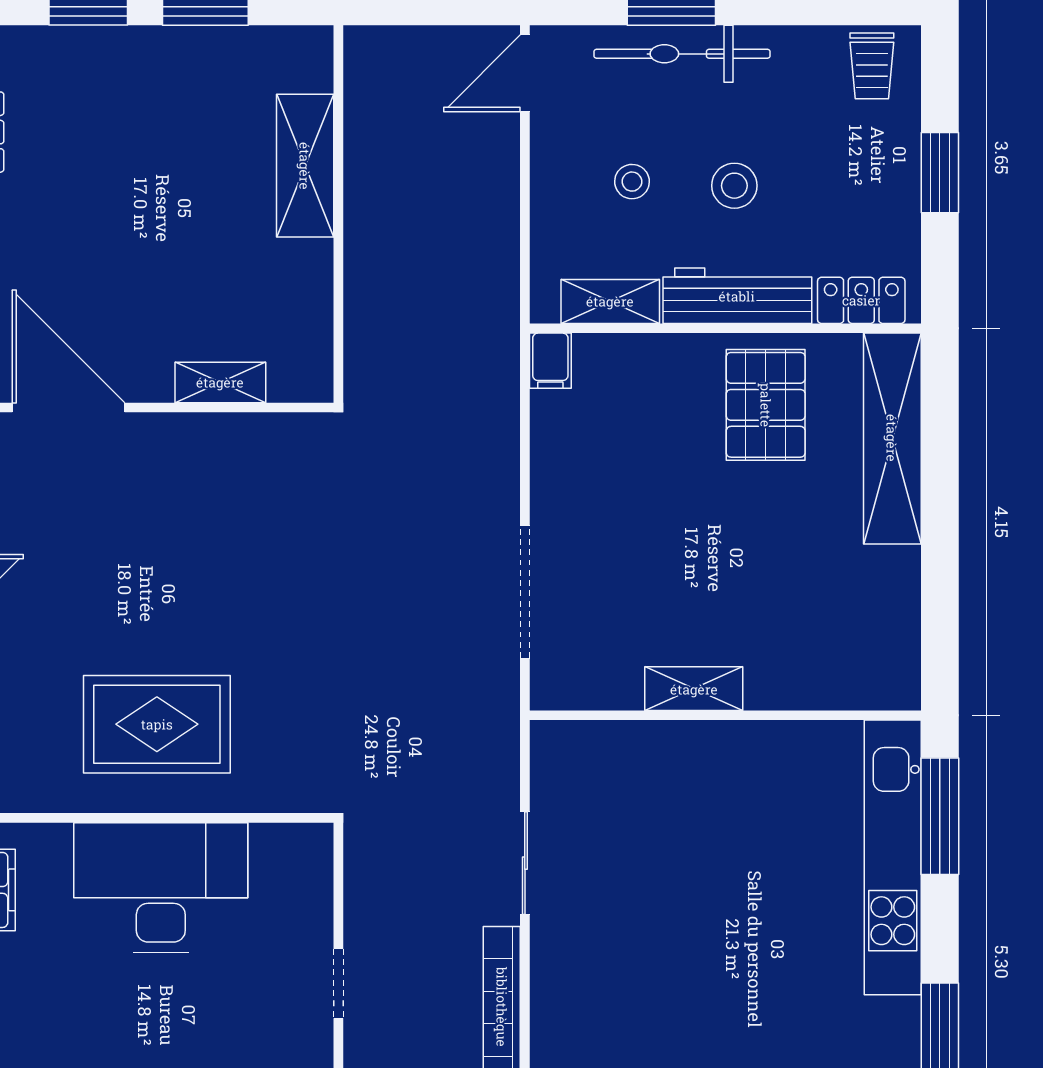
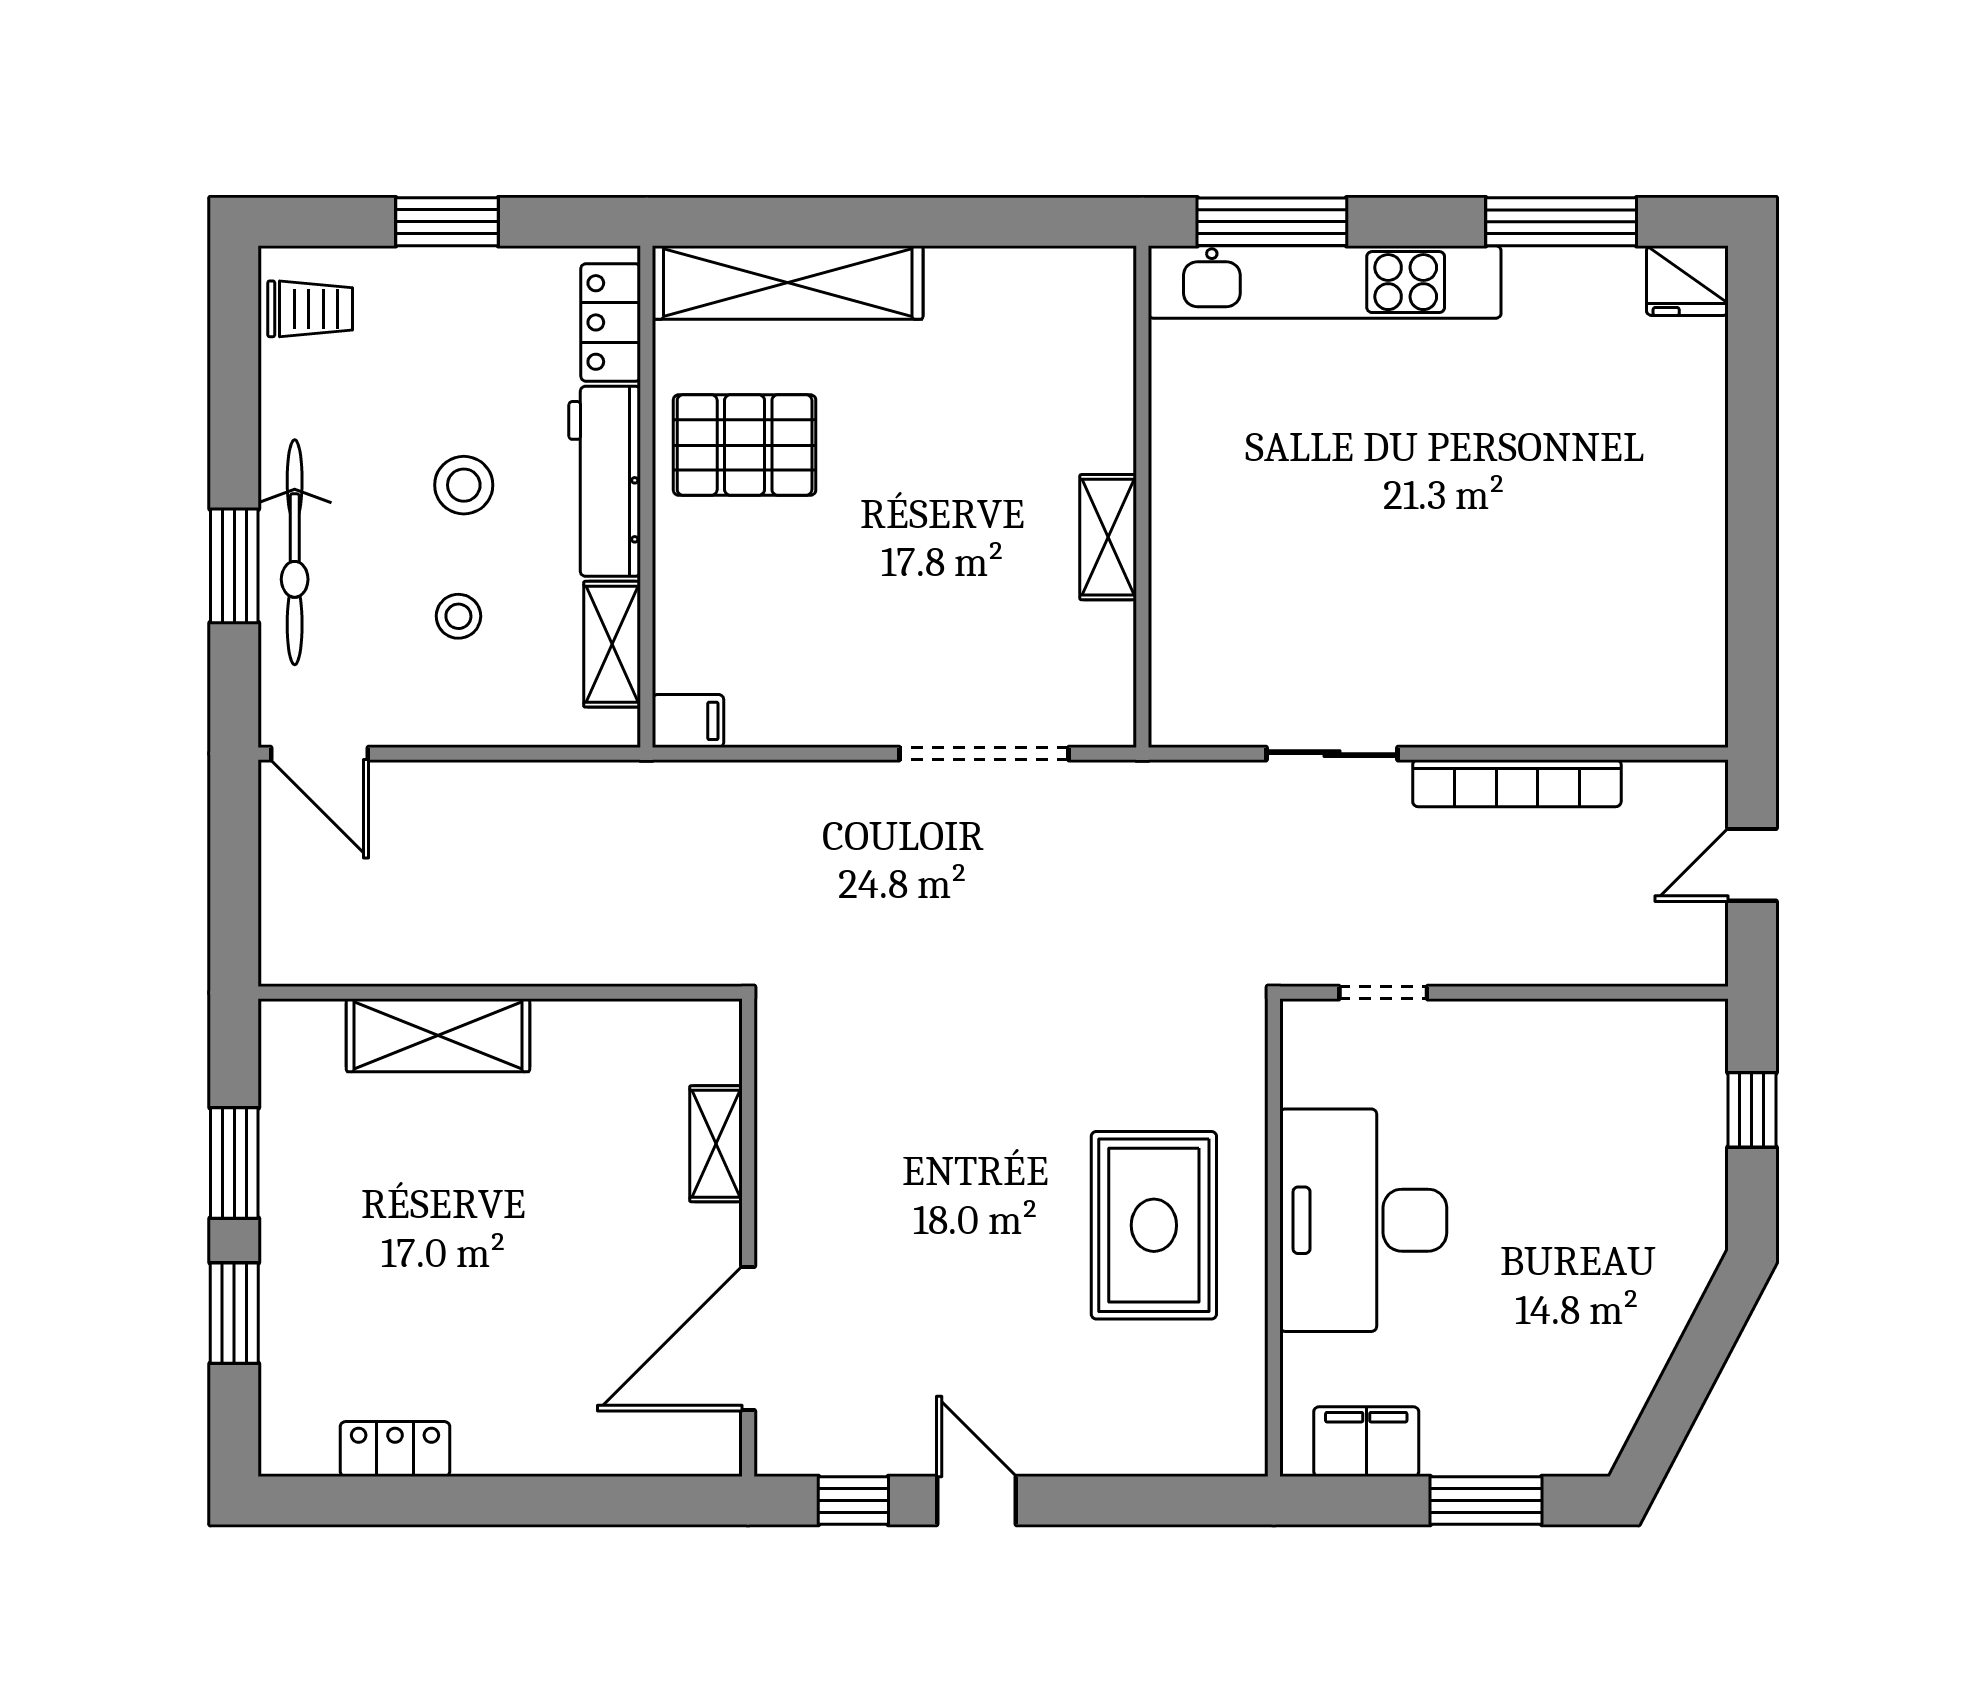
doorway: (338, 984) -> (1383, 993), moved

